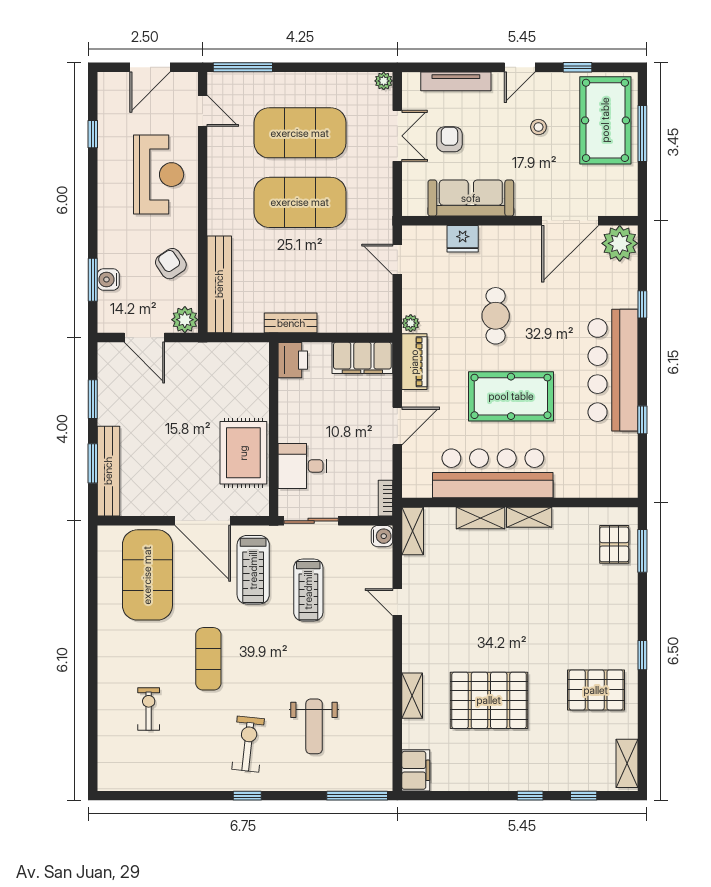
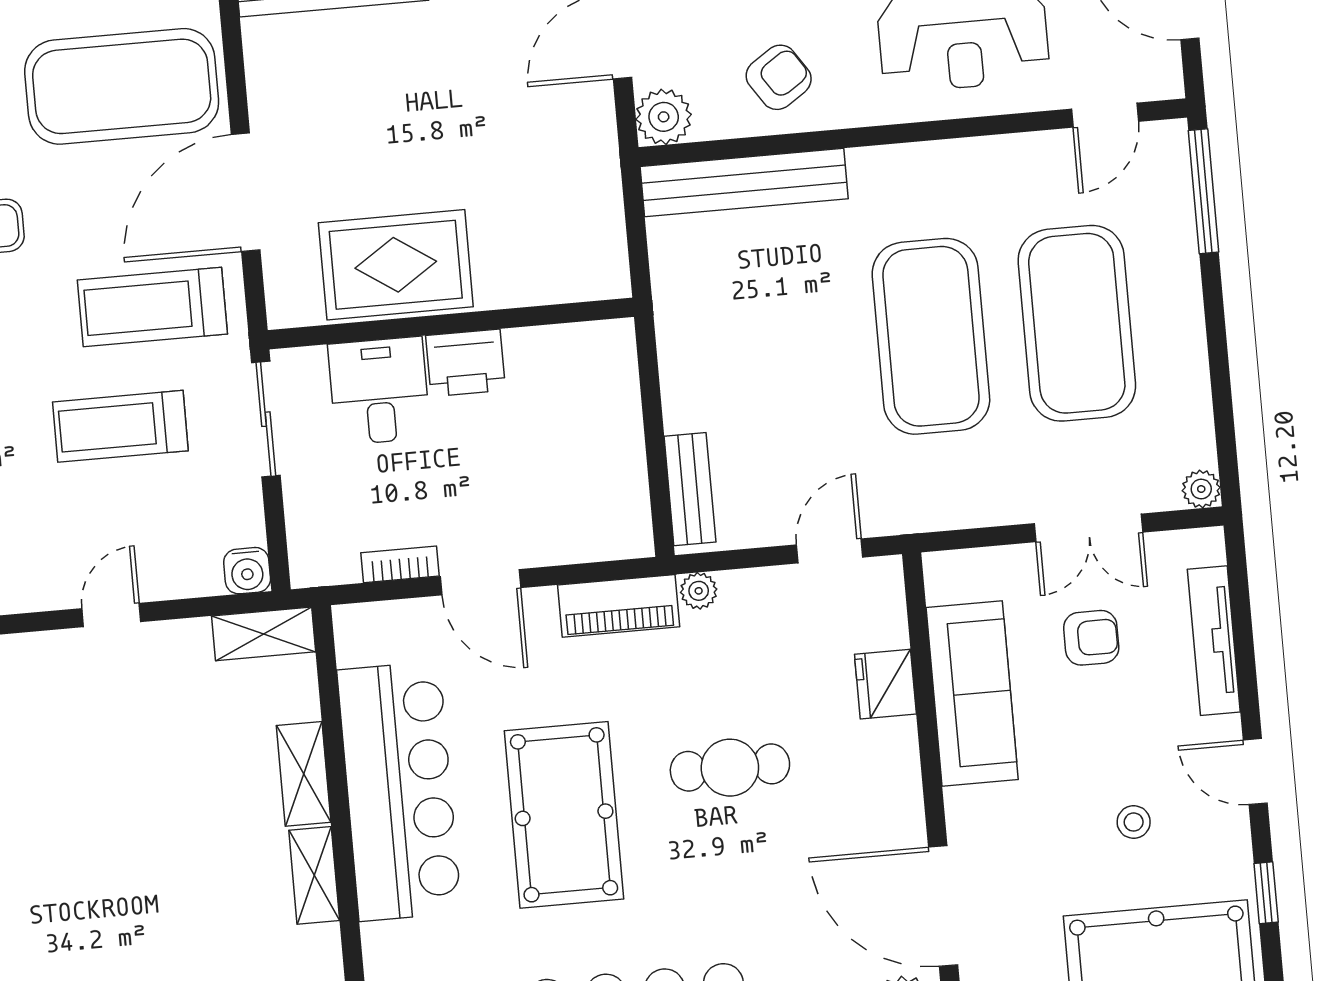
bench: (291, 323) -> (690, 489), moved
filing cabinet: (362, 358) -> (617, 496), removed
printer: (293, 360) -> (466, 363), moved
bookcase: (386, 498) -> (400, 564), moved

